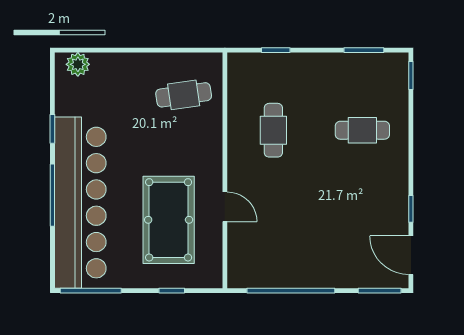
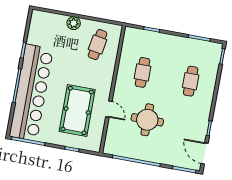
plant: (78, 64) -> (74, 23), moved
cafe table: (184, 95) -> (98, 44), turned -72
cafe table: (362, 130) -> (191, 81), turned 90
round table: (297, 214) -> (147, 120), added

